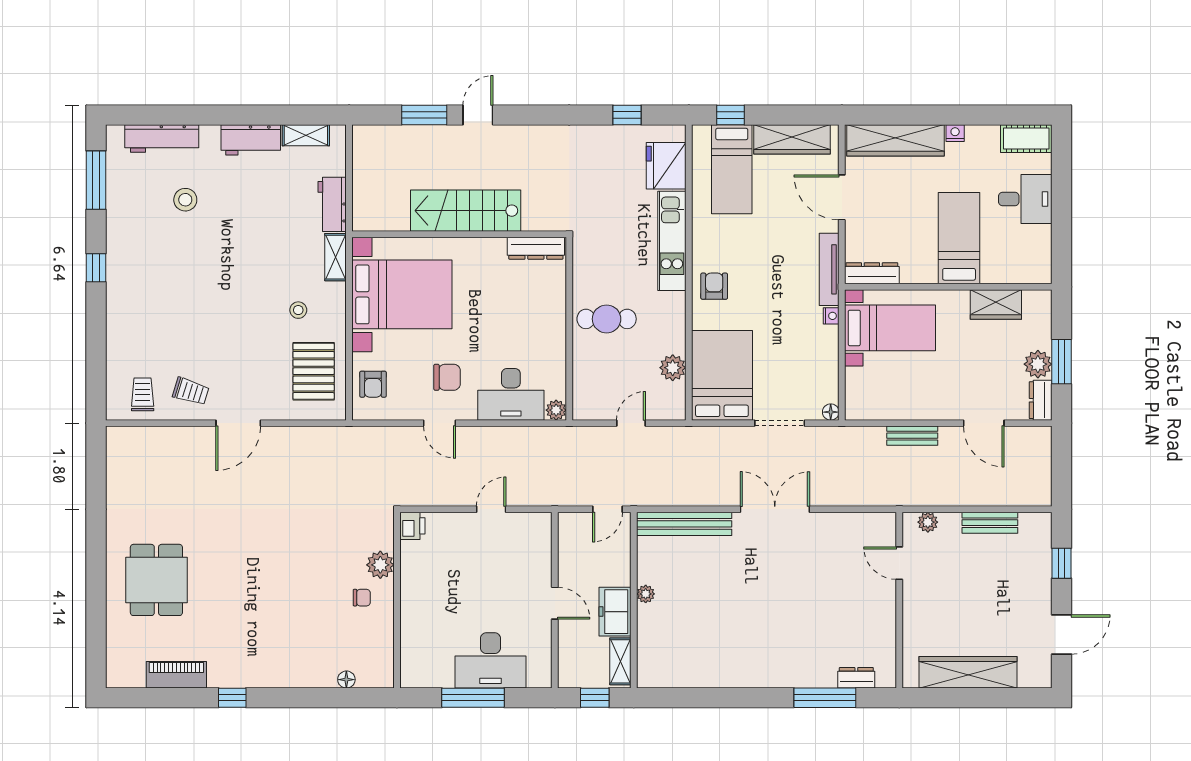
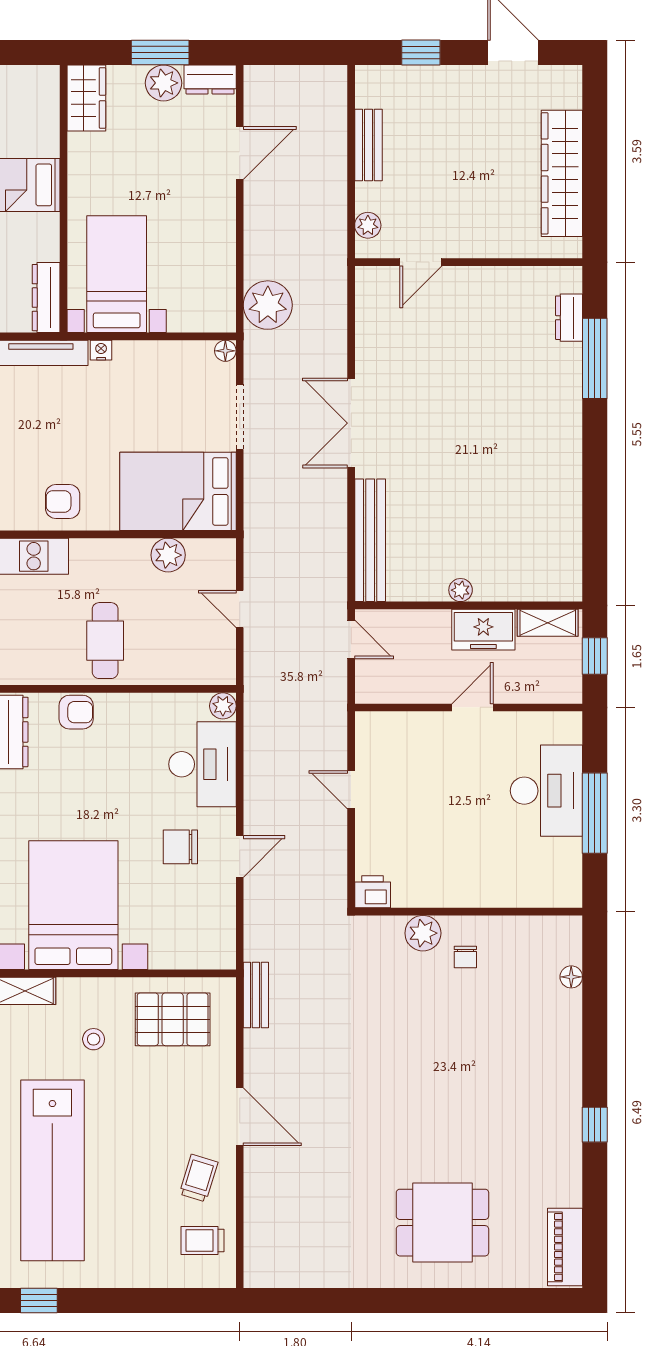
lab bench: (197, 278) -> (52, 1170), added
wardrobe: (996, 304) -> (86, 98), moved
chair: (447, 377) -> (180, 847), turned -90
armchair: (373, 384) -> (76, 712), moved
bench: (912, 436) -> (256, 995), moved
plant: (866, 445) -> (268, 305), added
chair: (362, 598) -> (465, 957), turned 180
piano: (176, 675) -> (565, 1247), moved

